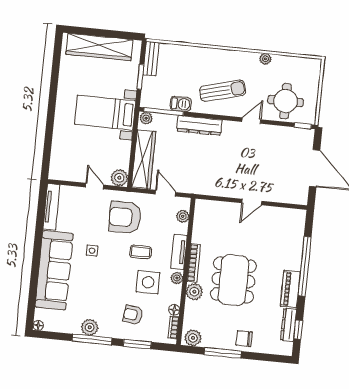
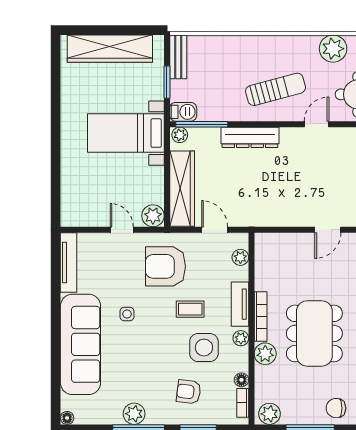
plant: (265, 59) -> (333, 49), width x1.87, depth x1.87
barbecue: (181, 104) -> (183, 112), moved

